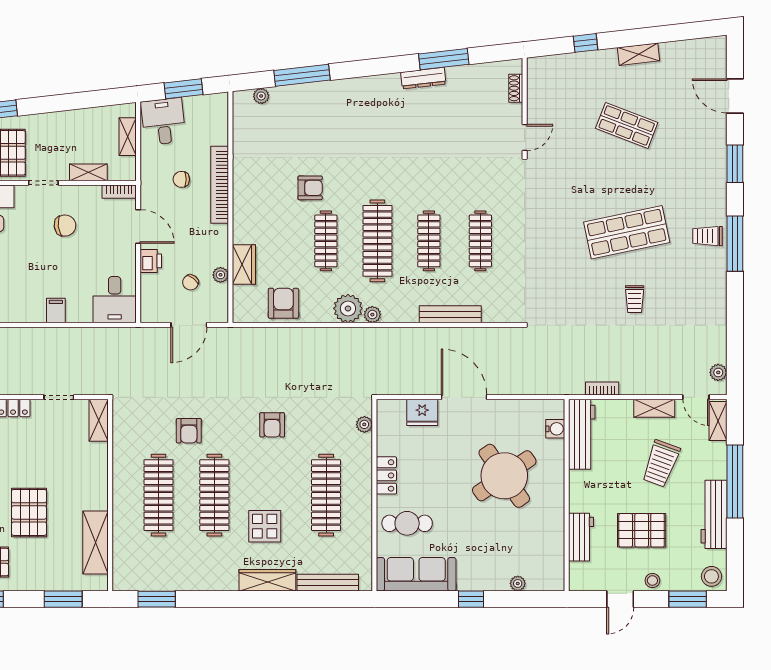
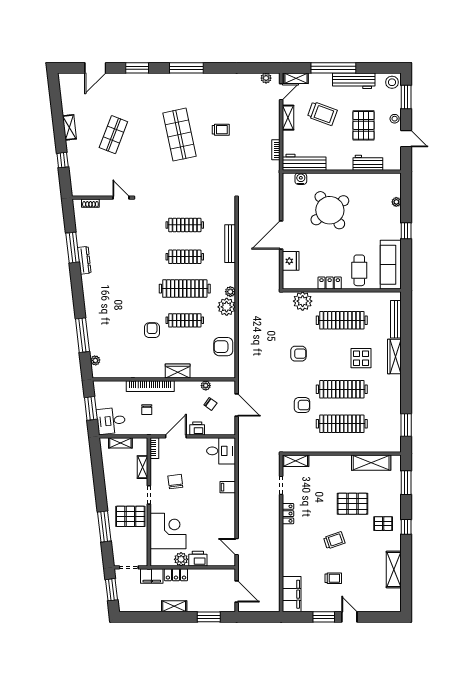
trolley: (707, 236) -> (182, 85), removed
wardrobe: (244, 265) -> (178, 371), moved
plant: (364, 424) -> (303, 301), width x1.88, depth x1.88

